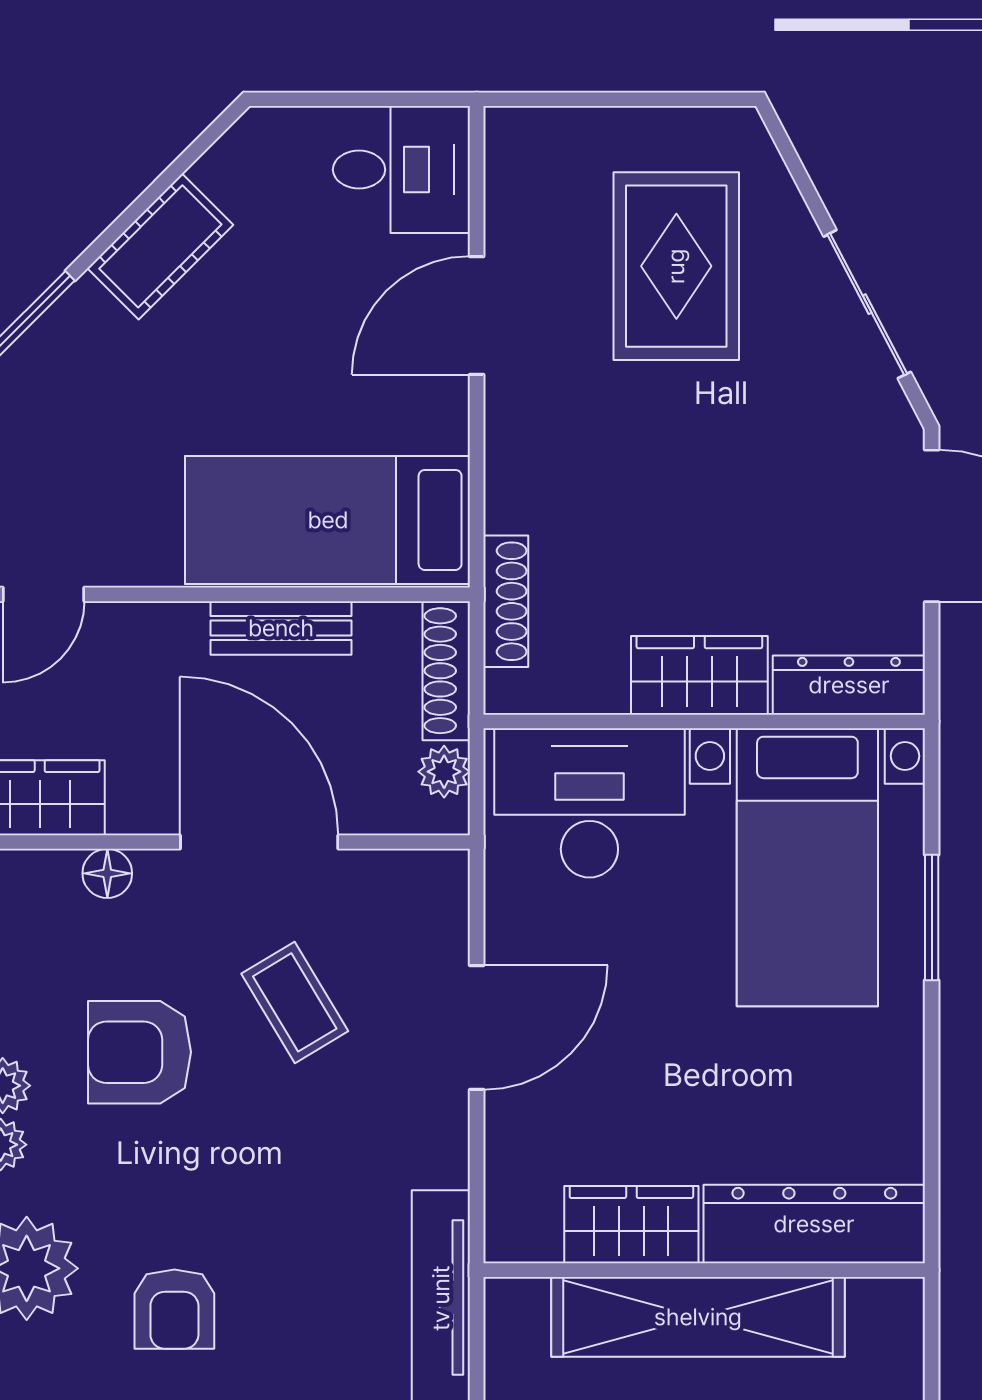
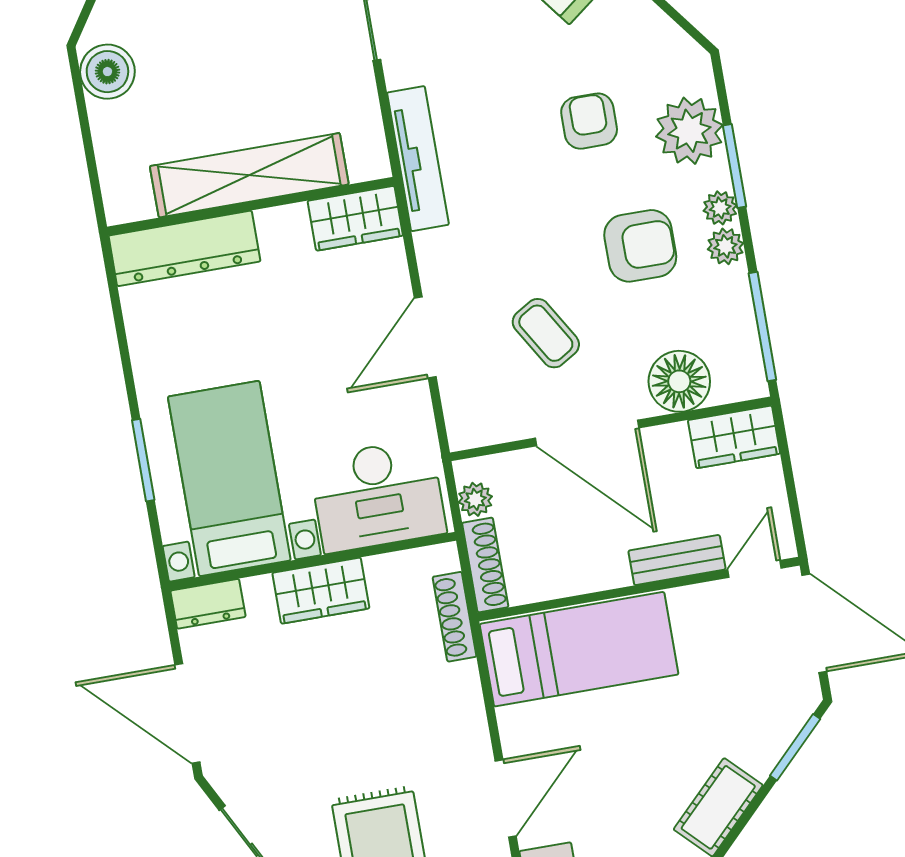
bench: (281, 628) -> (677, 560), moved
dresser: (849, 685) -> (208, 604), width x0.70
floor lamp: (107, 873) -> (679, 381), width x1.89, depth x1.89
armchair: (139, 1052) -> (640, 246), moved
wardrobe: (631, 1225) -> (355, 218), moved

